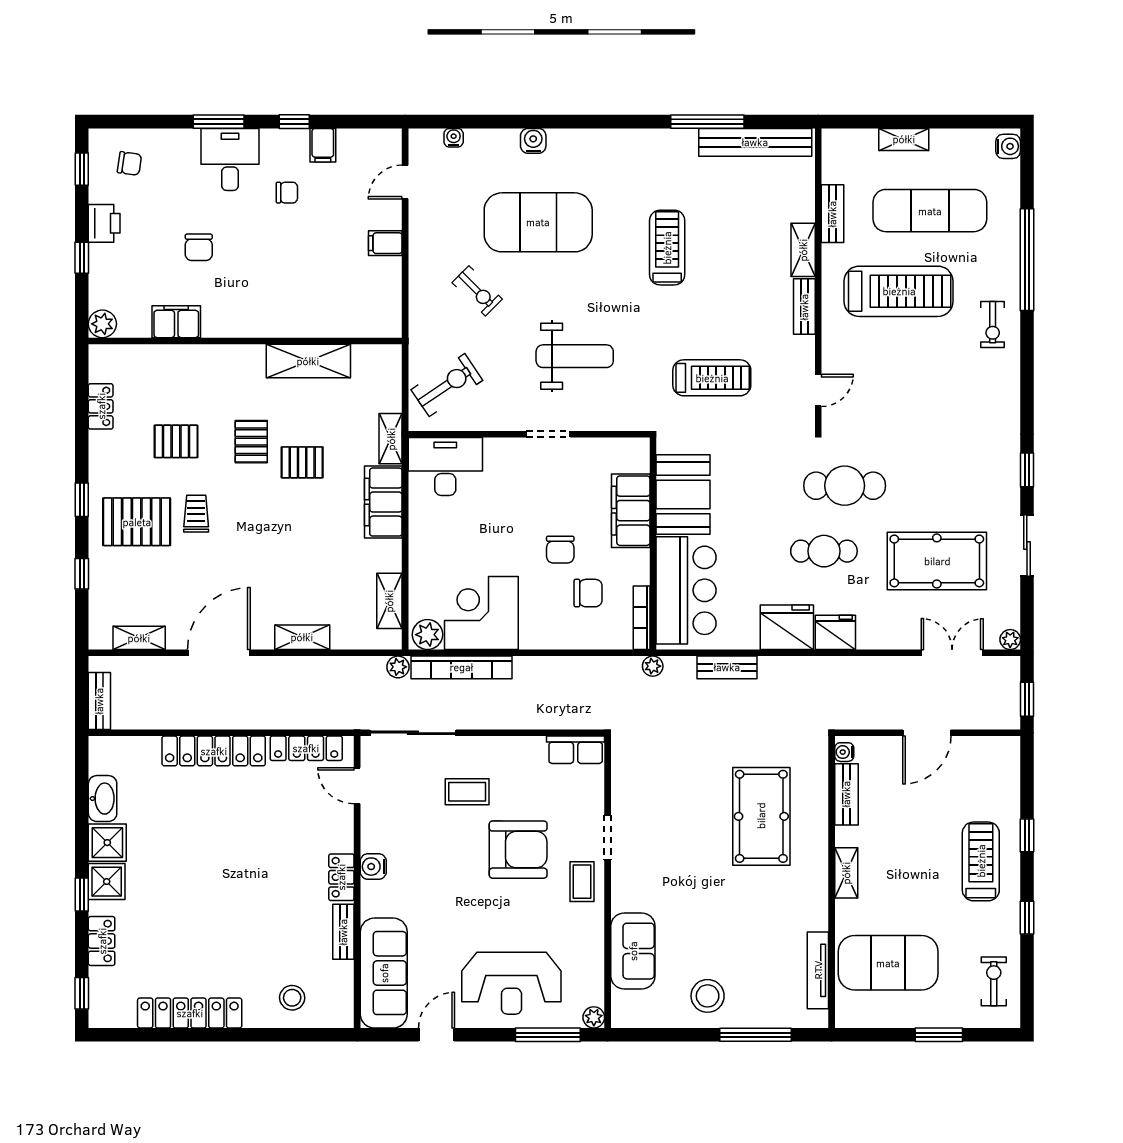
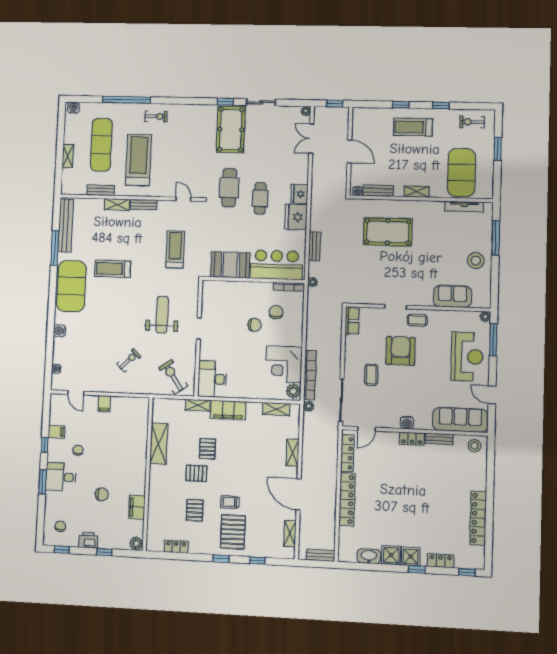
exercise mat: (538, 222) -> (71, 286), moved
filing cabinet: (631, 511) -> (237, 290), removed
pool table: (937, 561) -> (231, 130), moved
stool: (292, 998) -> (474, 446), moved

